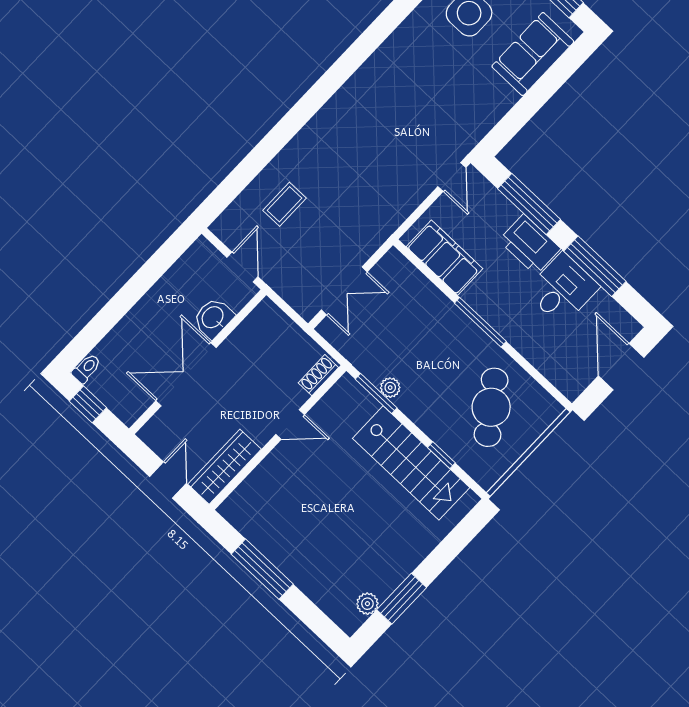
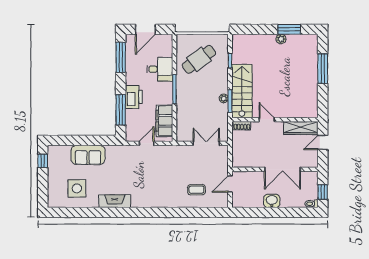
sofa: (533, 54) -> (88, 155), moved
fireplace: (391, 55) -> (115, 201), added
door: (452, 177) -> (147, 143), moved
window: (595, 266) -> (121, 57), moved
desk: (562, 289) -> (160, 69), moved, turned 180
washbasin: (213, 318) -> (272, 201), moved, turned 180
stairs: (411, 463) -> (242, 91), moved
window: (262, 569) -> (323, 69), moved
plant: (367, 604) -> (281, 39), moved

